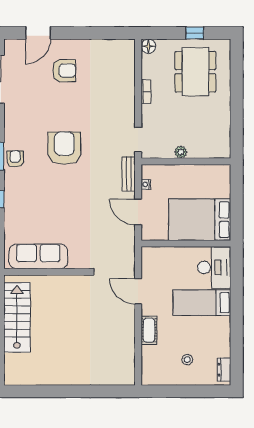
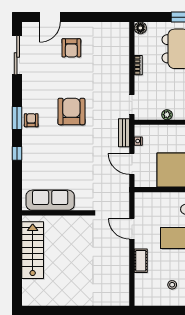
armchair: (64, 71) -> (71, 48), turned 90

